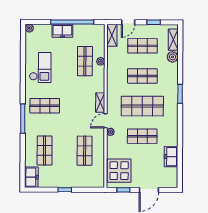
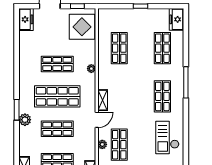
plant: (172, 57) -> (25, 120), moved
shop shelf: (45, 106) -> (162, 96), turned 90
door: (106, 121) -> (97, 120), moved
freezer: (171, 157) -> (26, 19), moved

